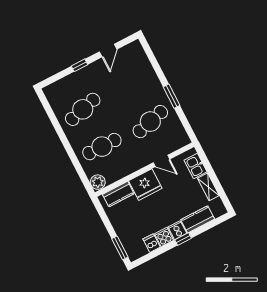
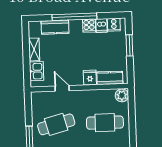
fridge: (145, 185) -> (90, 78), width x0.53, depth x0.75
cooker: (177, 230) -> (114, 25), moved
window: (183, 239) -> (74, 17), width x3.17
window: (120, 248) -> (129, 45), moved

